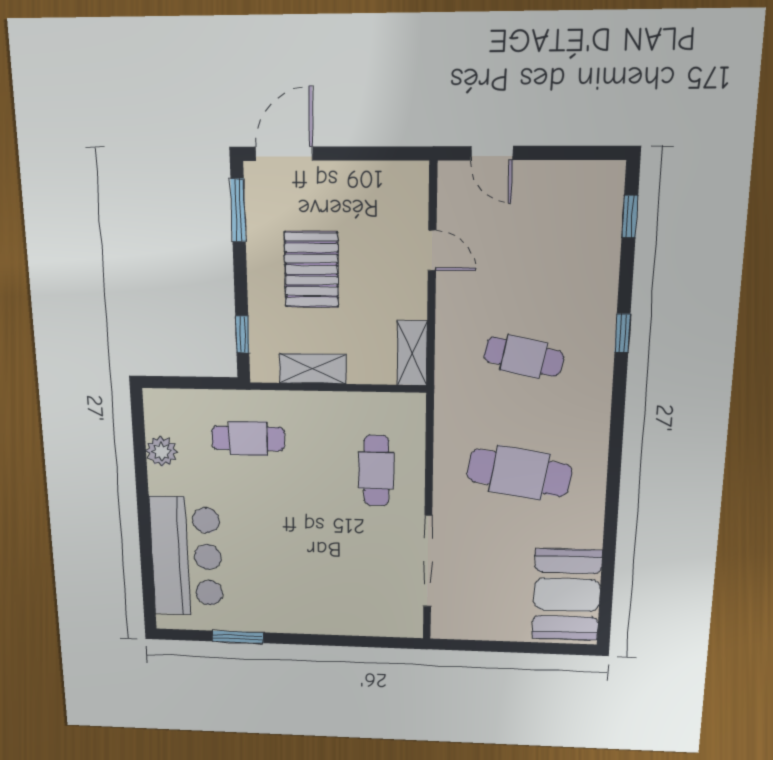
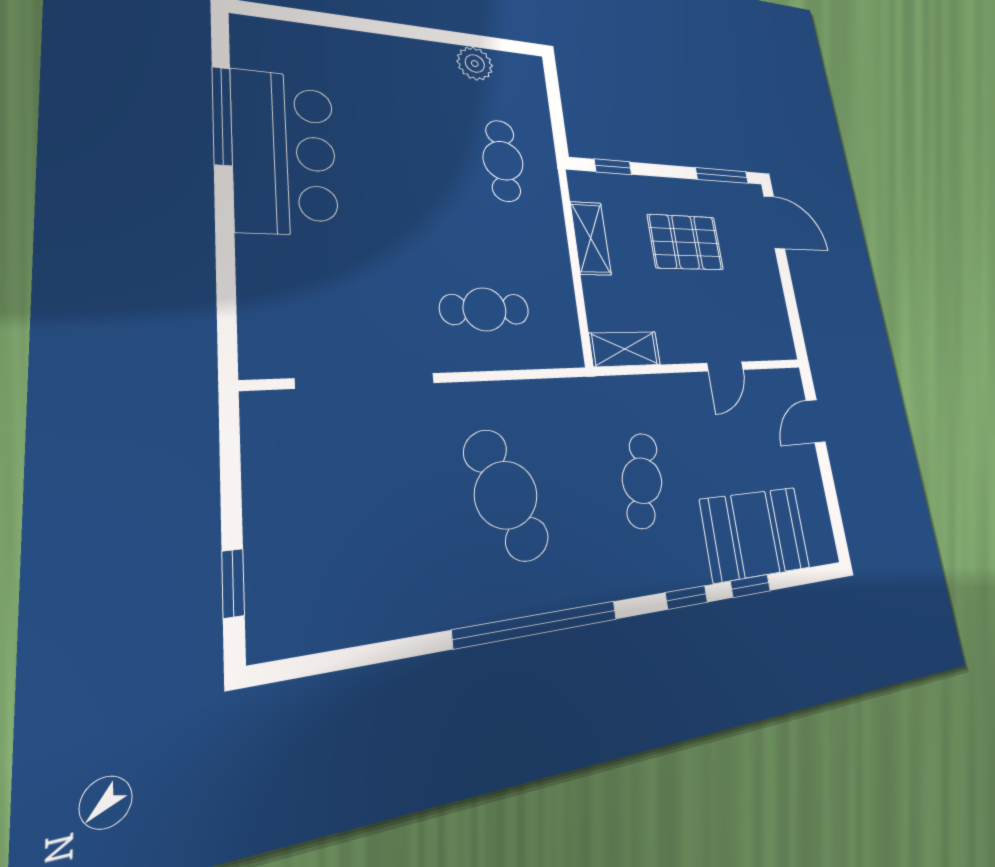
window: (630, 217) -> (750, 586), moved
window: (614, 462) -> (537, 624), added
cafe table: (519, 473) -> (506, 495), turned -30
bar counter: (186, 556) -> (284, 152), moved, turned -90
booth: (567, 595) -> (755, 534), moved
window: (238, 637) -> (222, 116), width x1.44
window: (548, 648) -> (233, 583), added

